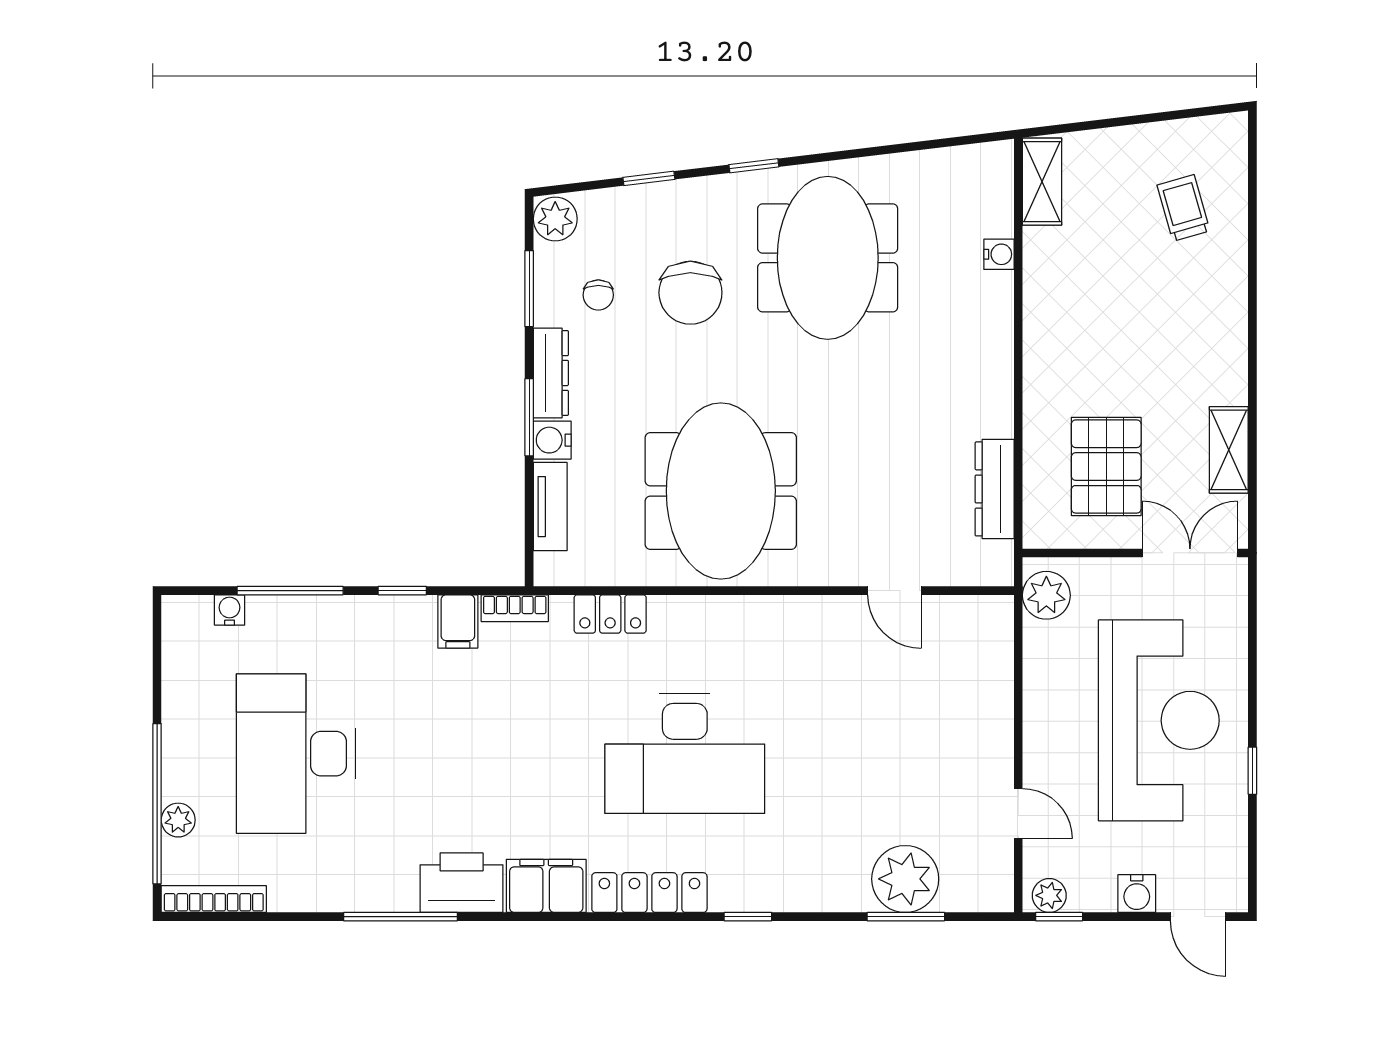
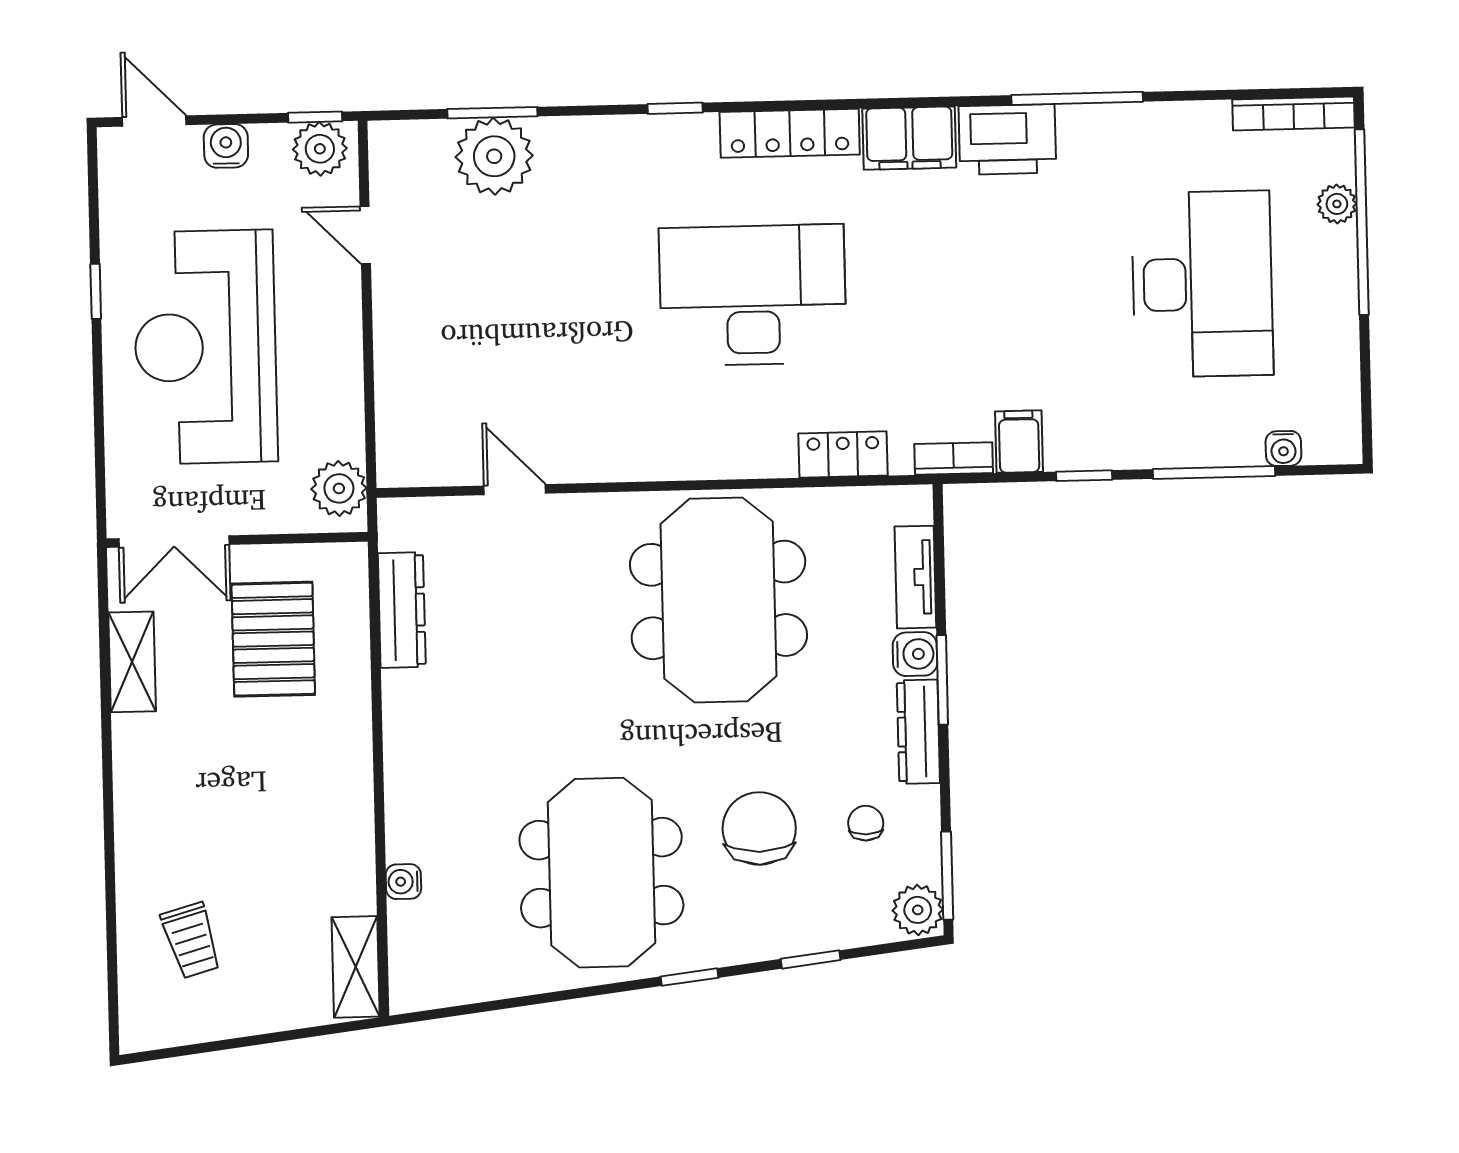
window: (529, 289) -> (947, 876), moved
plant: (1049, 895) -> (320, 149), width x1.38, depth x1.38

